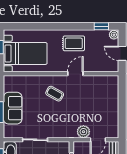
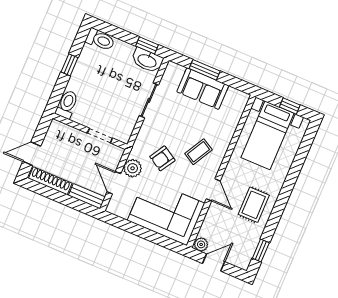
plant: (114, 35) -> (201, 244), moved
corner sofa: (102, 98) -> (166, 212), added
armchair: (69, 115) -> (162, 158), added

